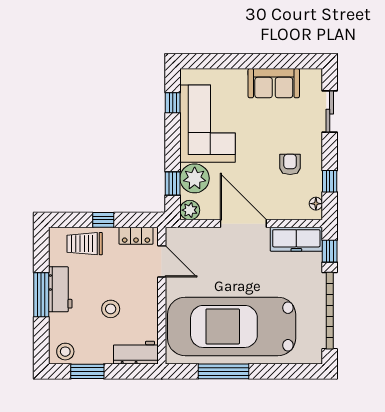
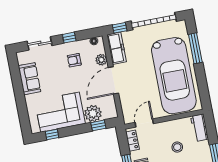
window: (330, 181) -> (69, 38), moved
plant: (190, 210) -> (101, 60), moved
window: (223, 371) -> (195, 48), moved

